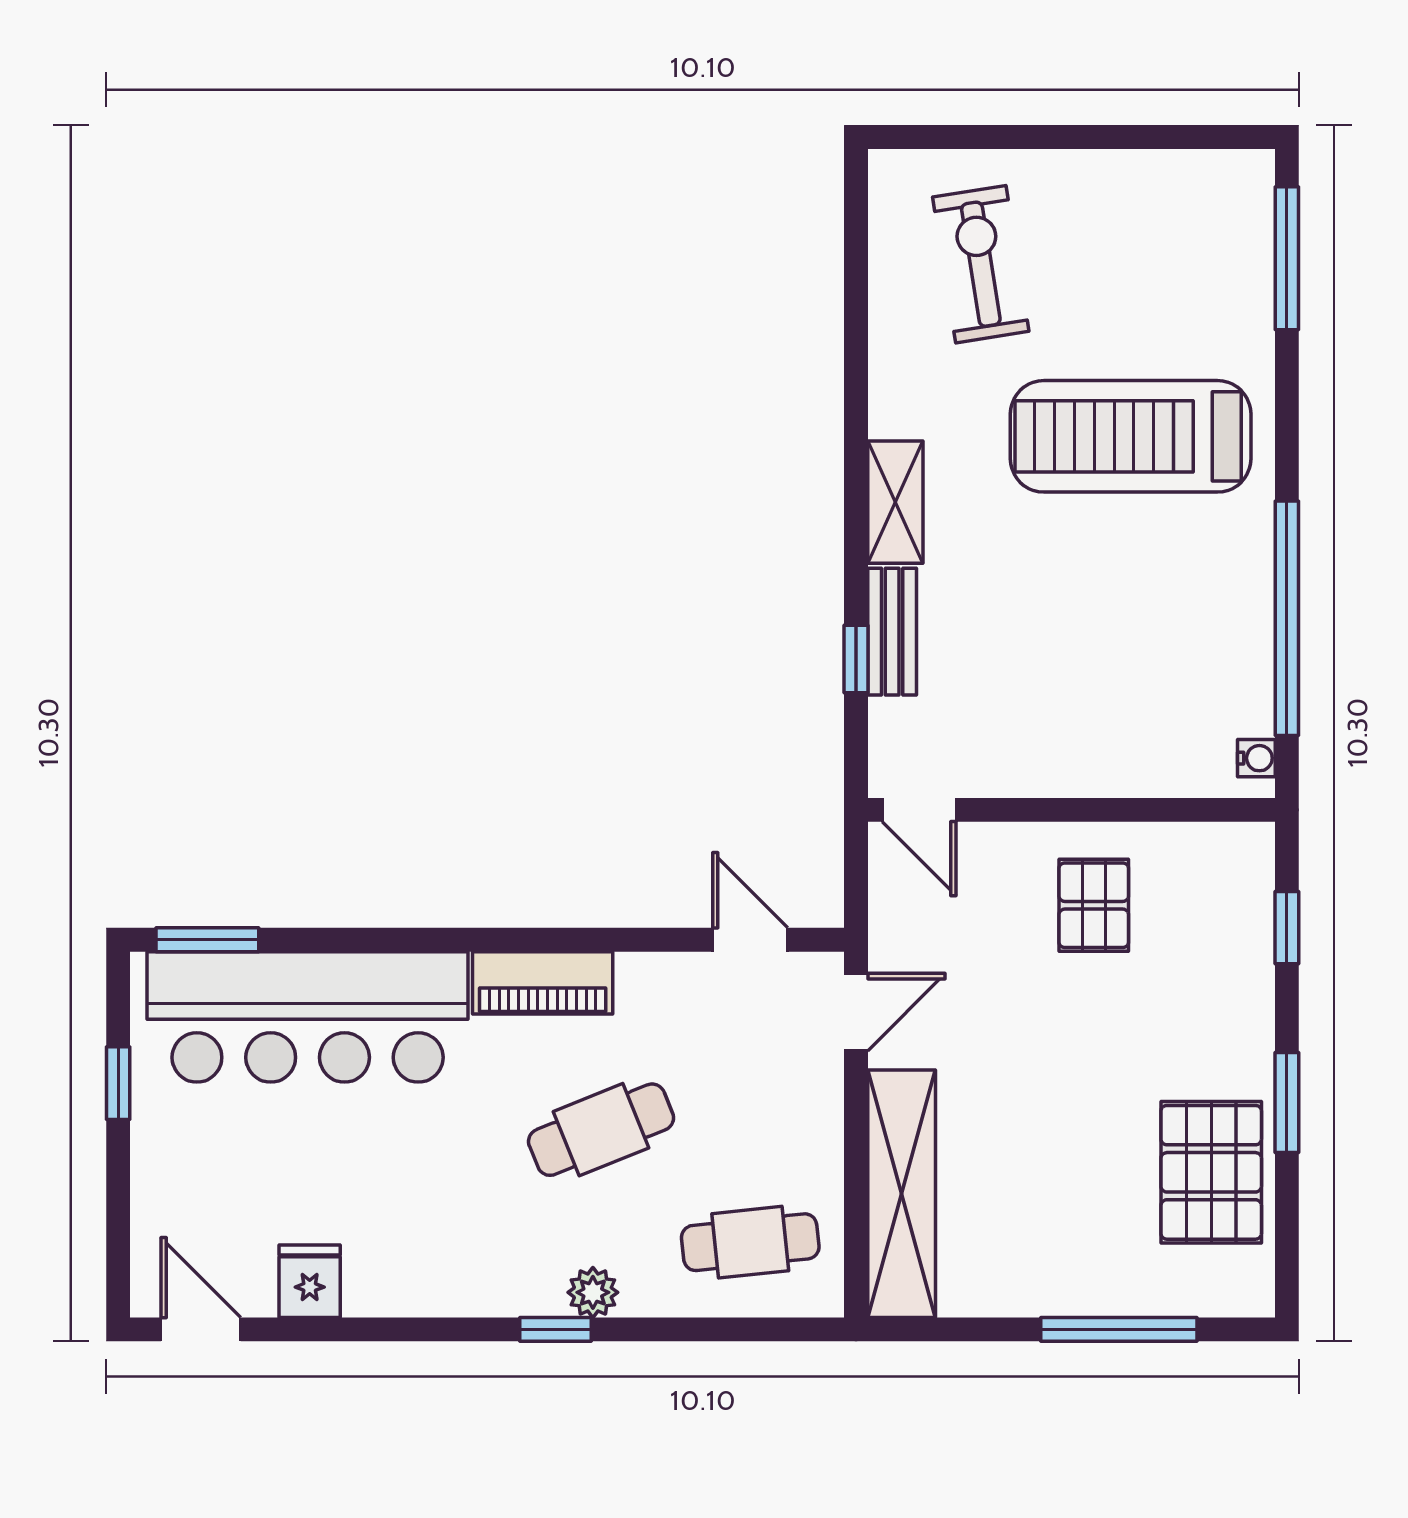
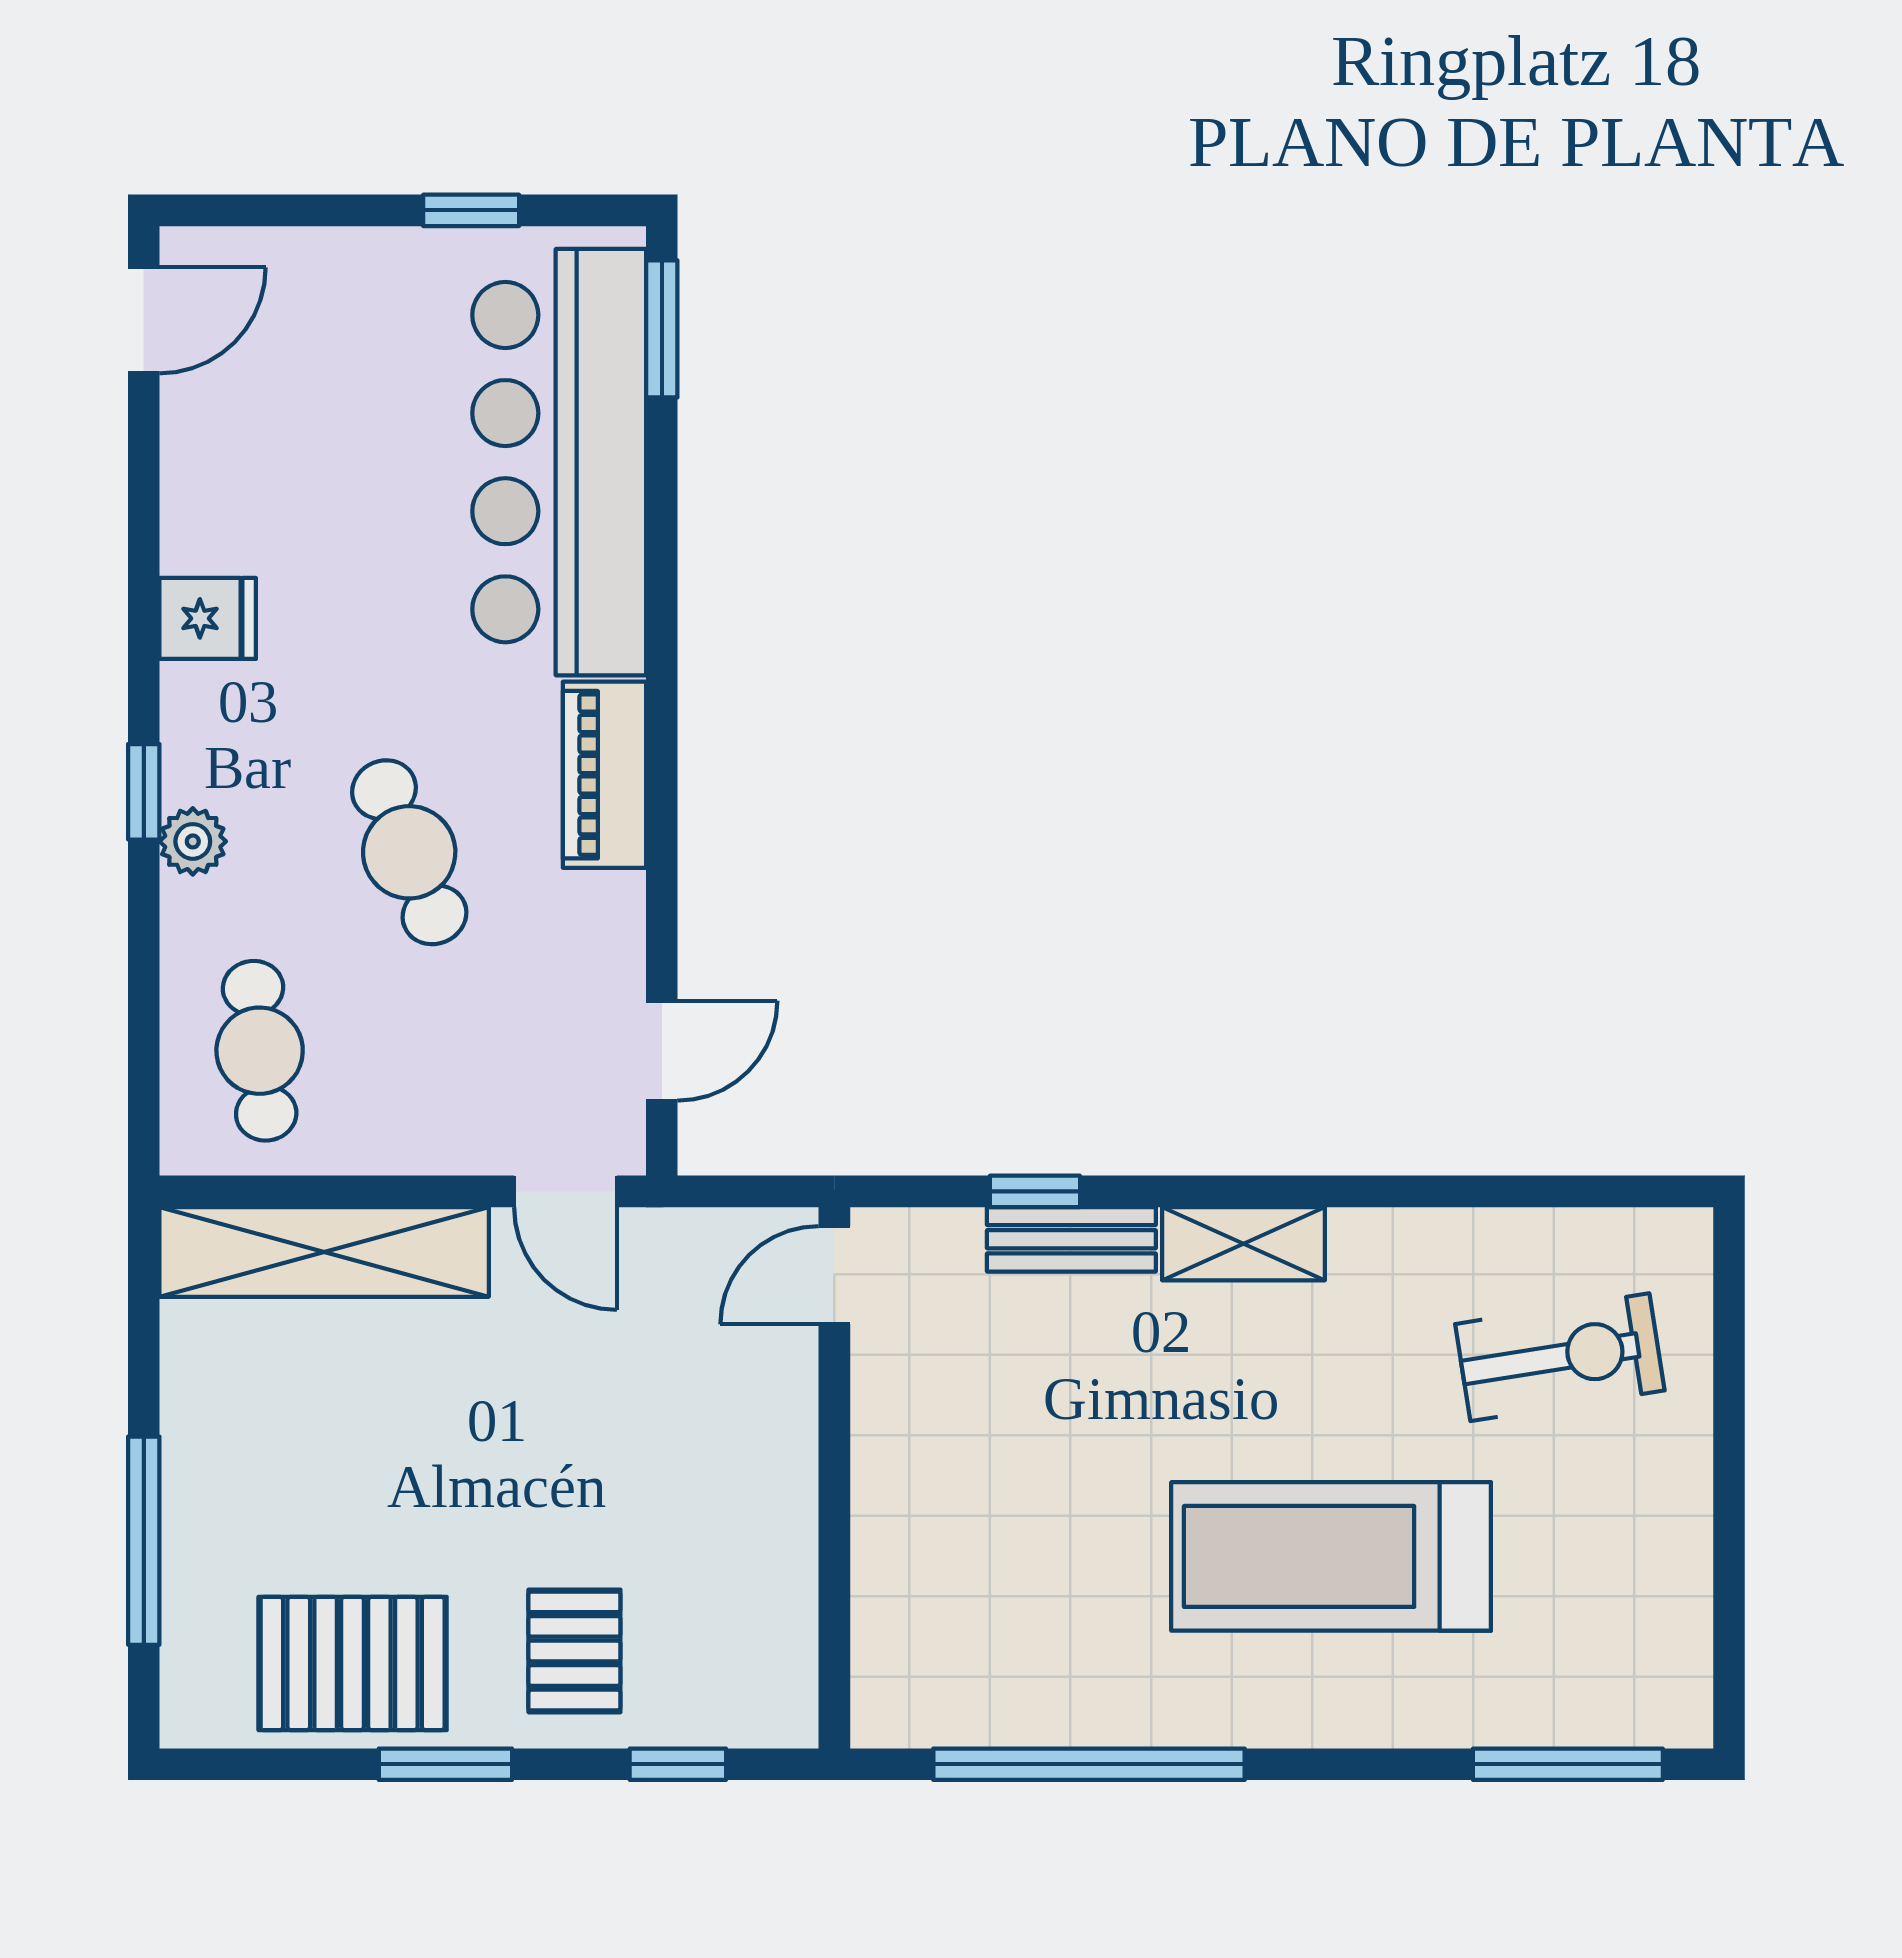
treadmill: (1131, 436) -> (1331, 1556), turned -90
water cooler: (1256, 758) -> (903, 1724), removed
pallet: (1094, 905) -> (574, 1651), moved, turned 90
fridge: (310, 1281) -> (208, 618), moved

